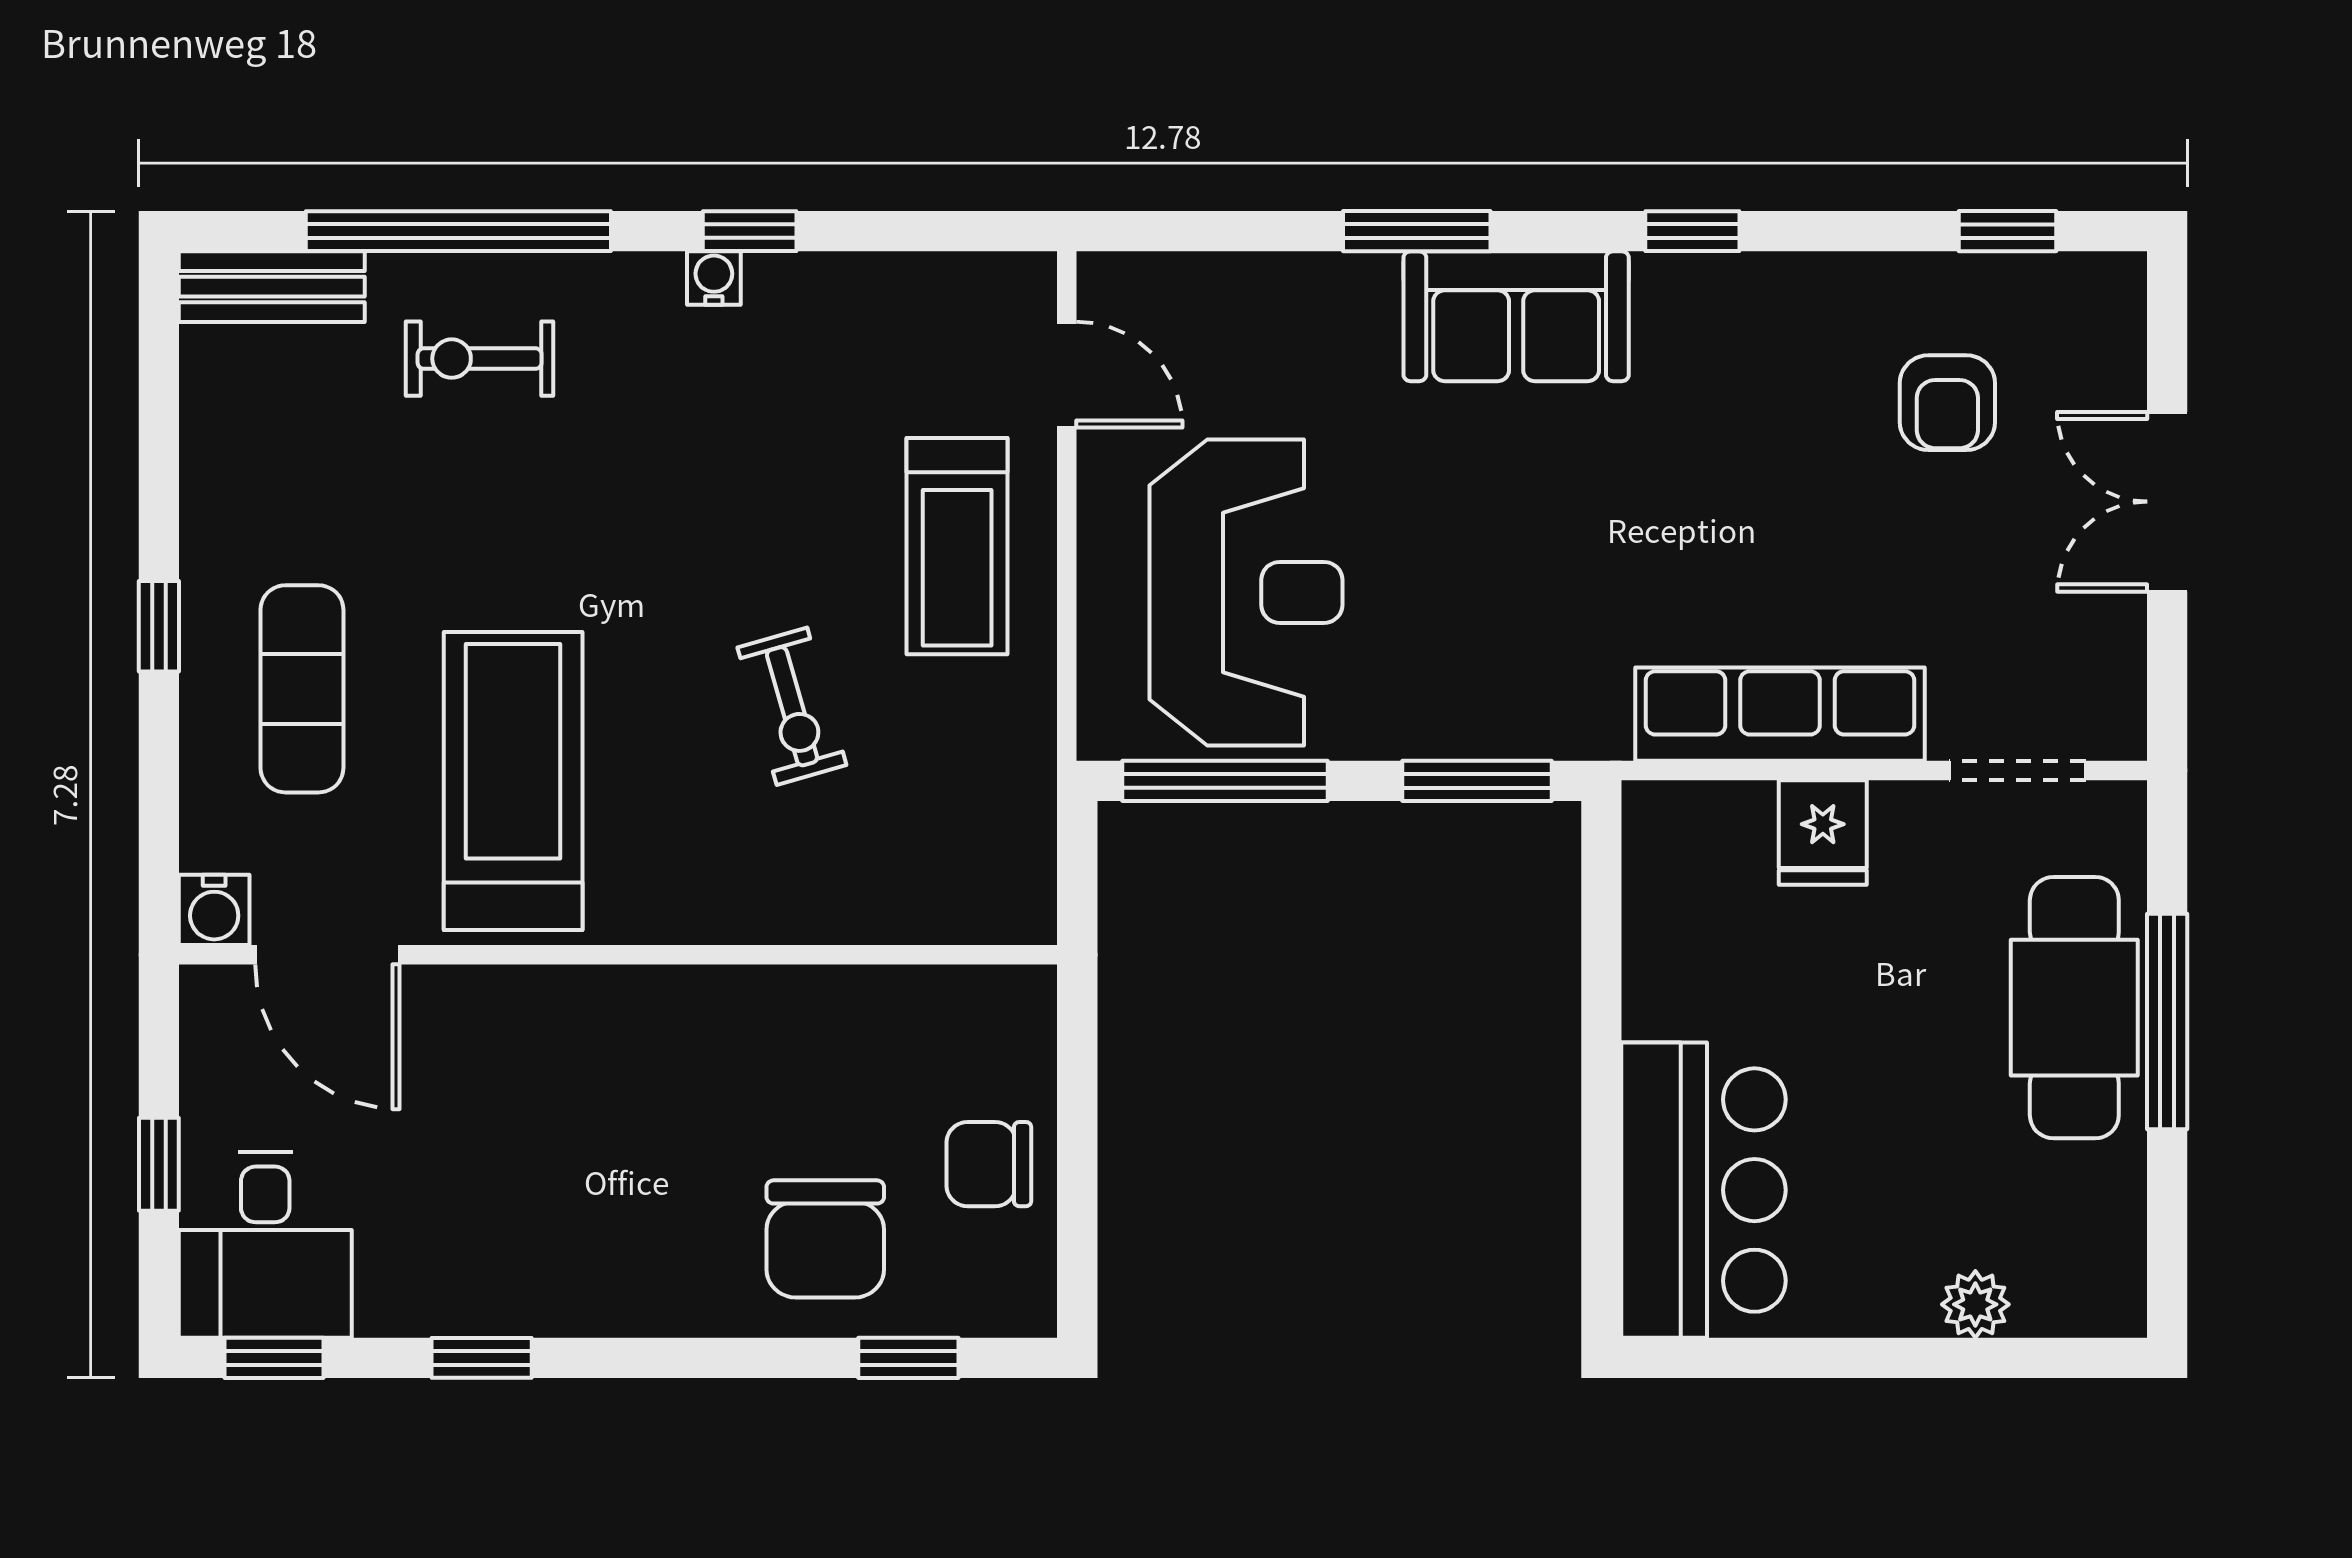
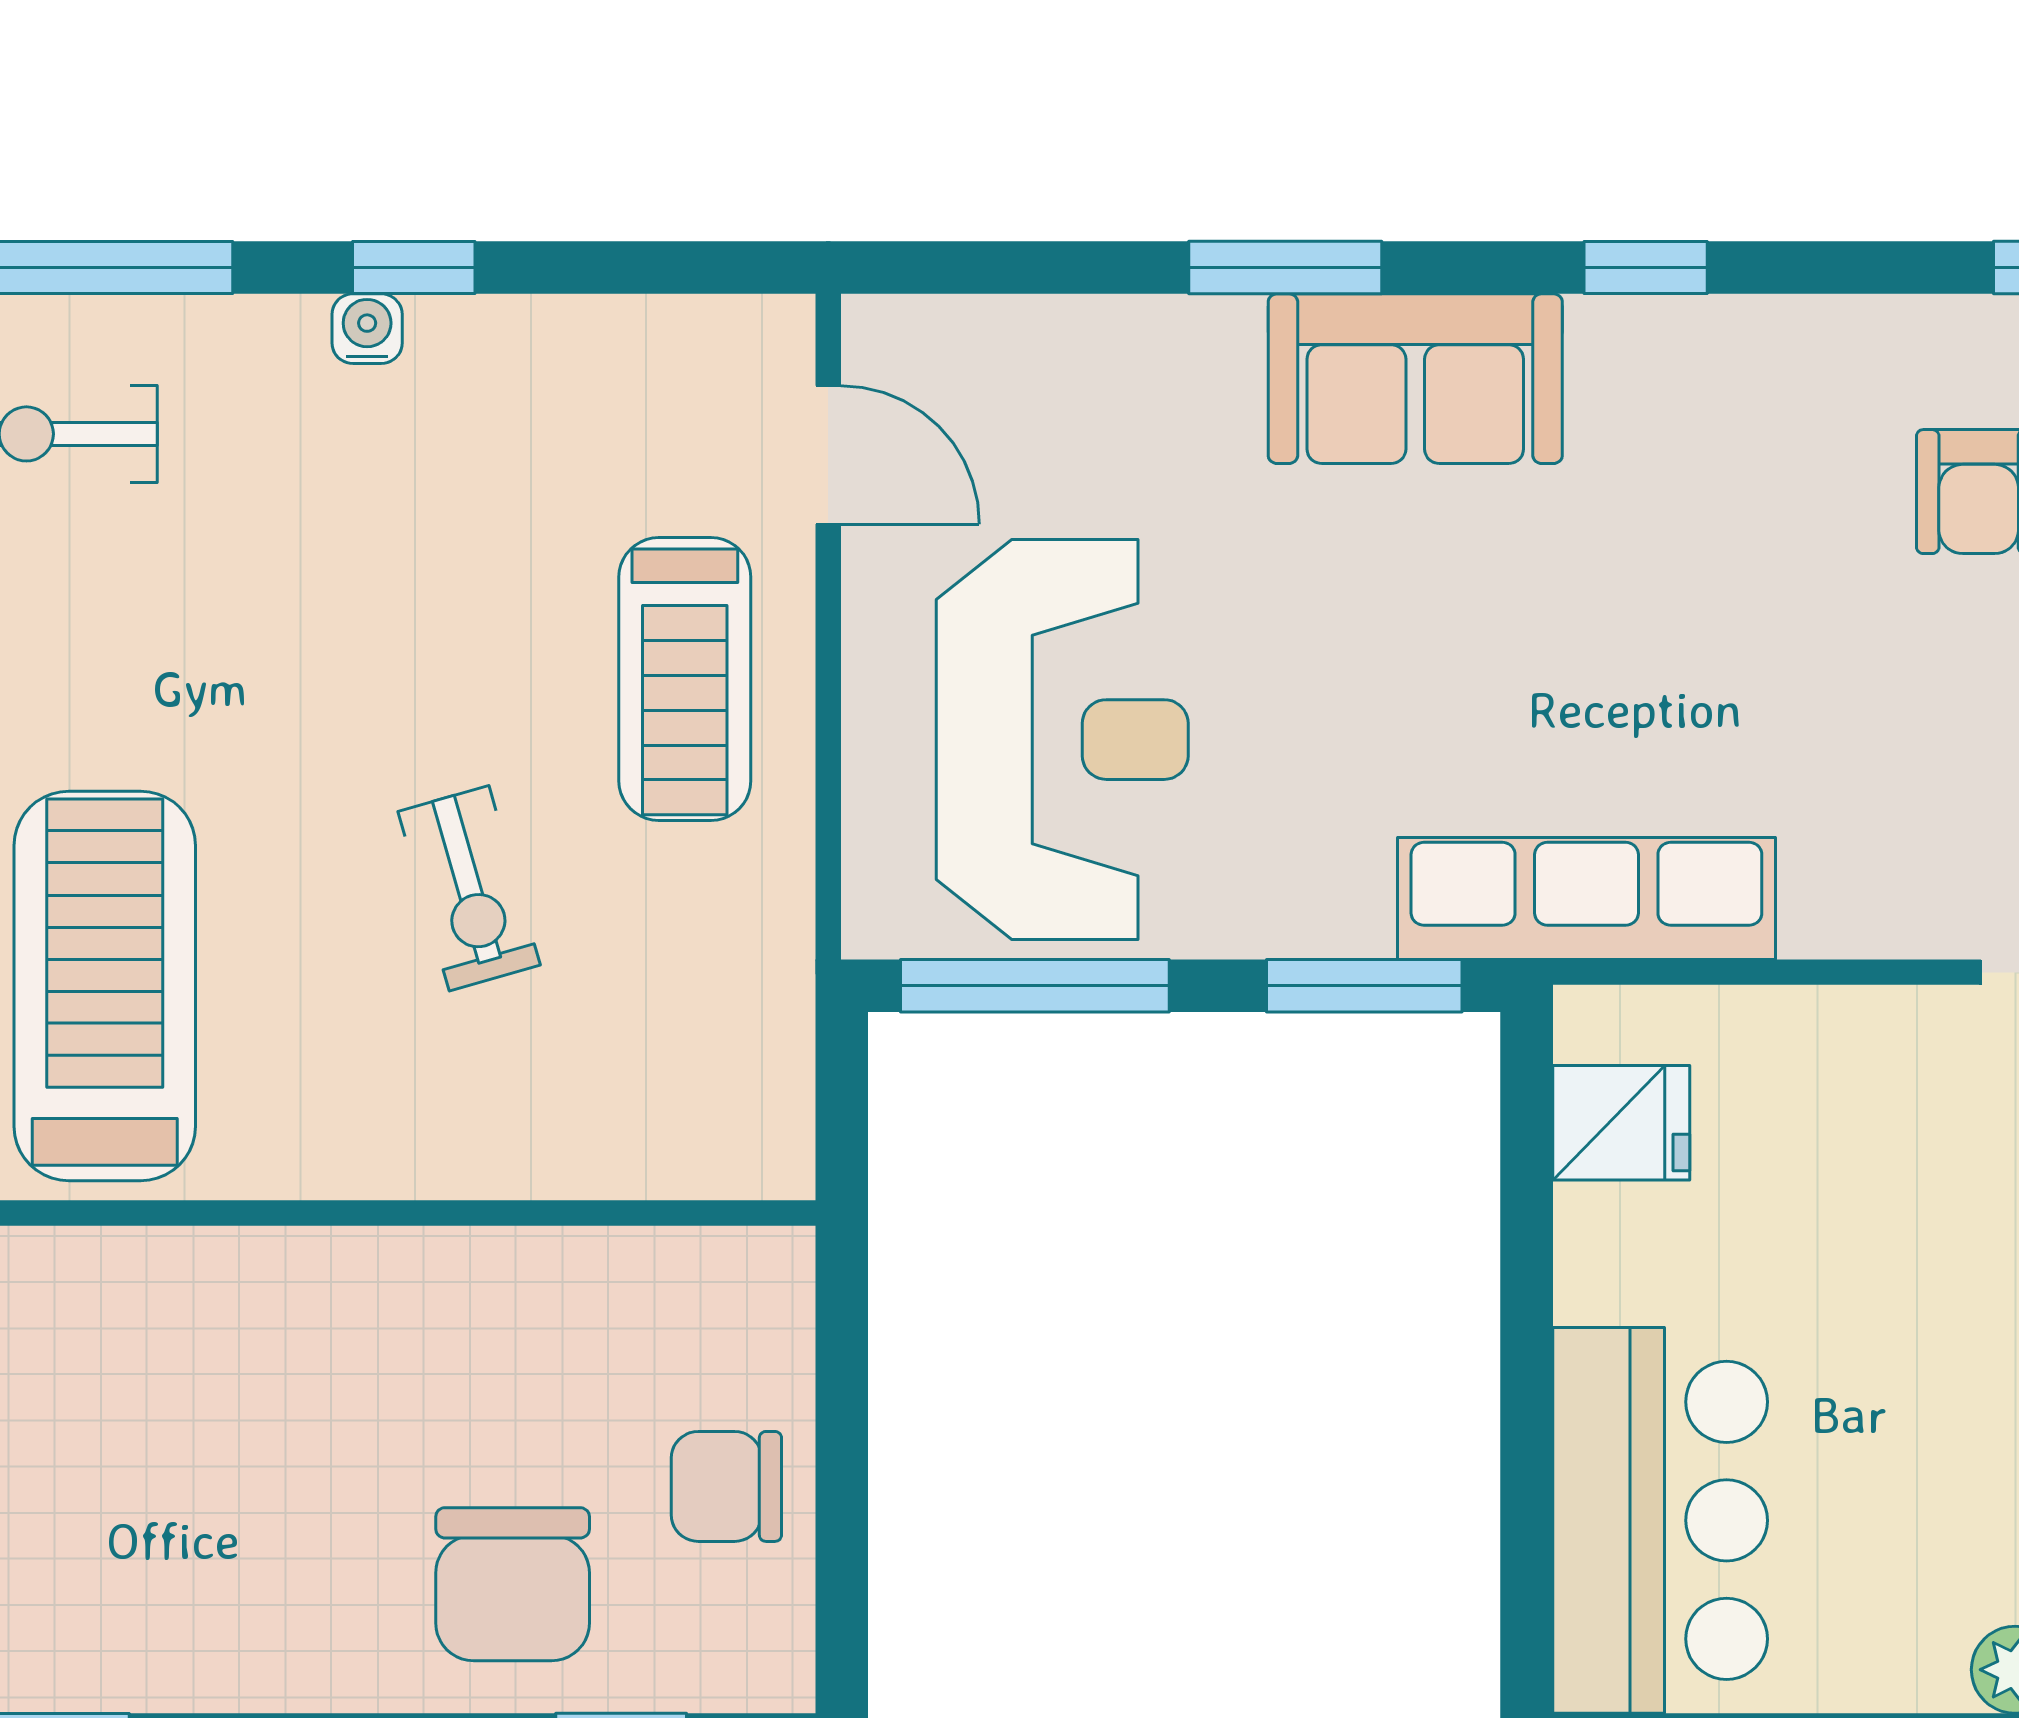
row of seats: (1780, 714) -> (1586, 898), moved
fridge: (1823, 832) -> (1621, 1123), moved, turned -90

